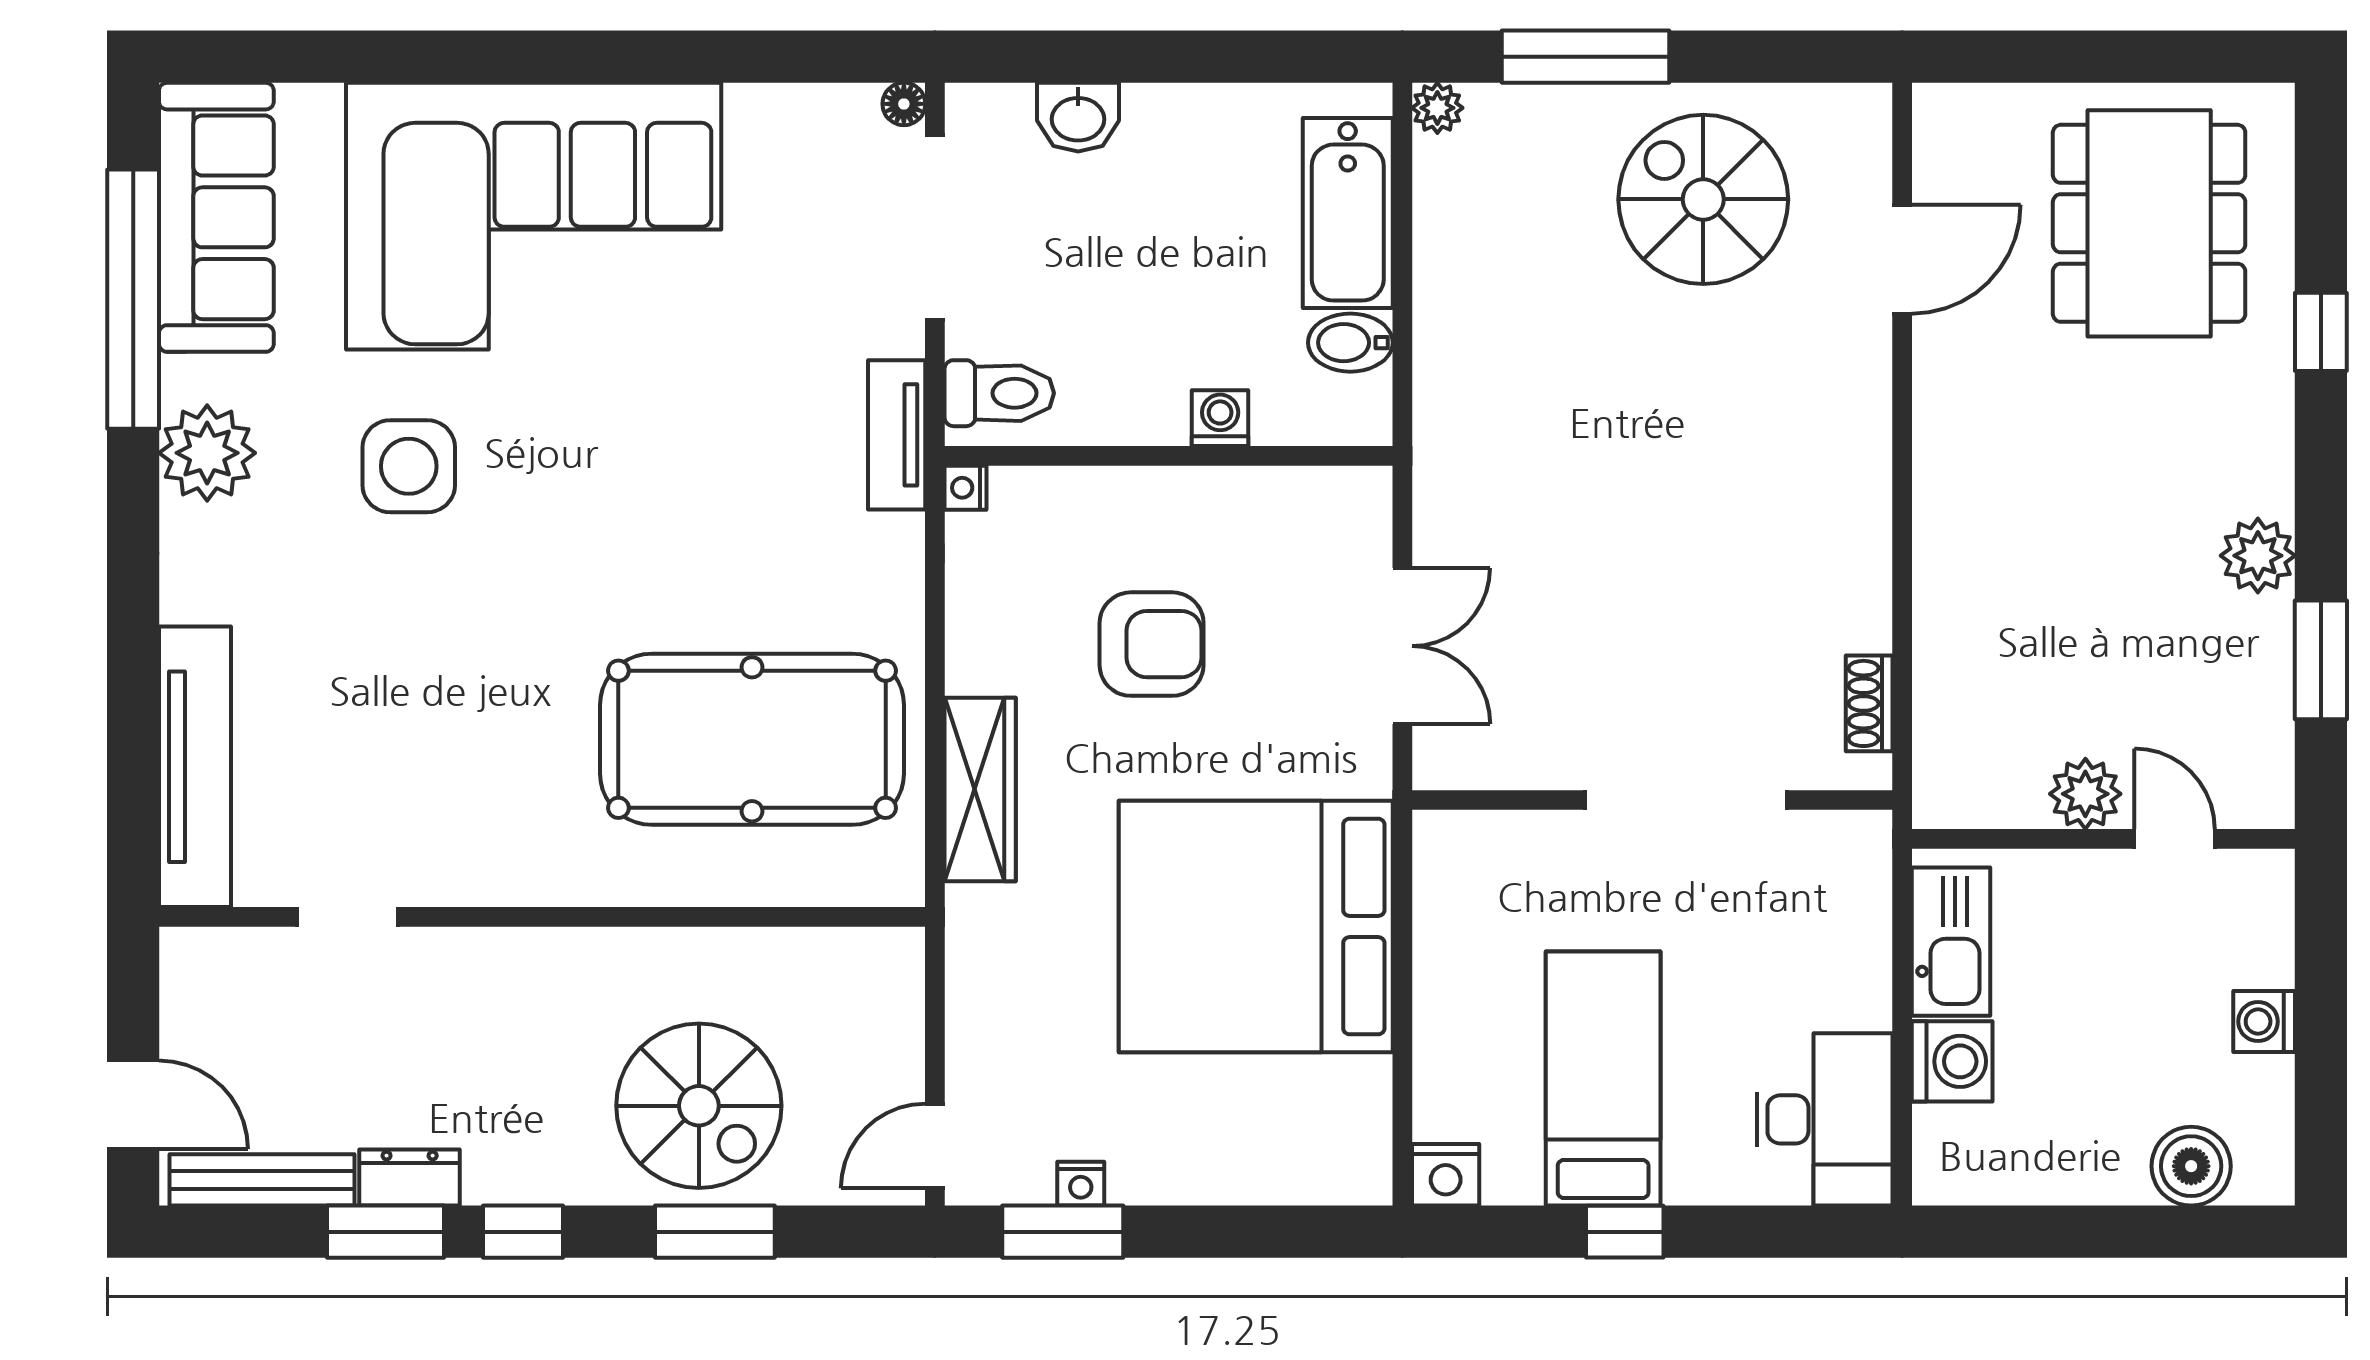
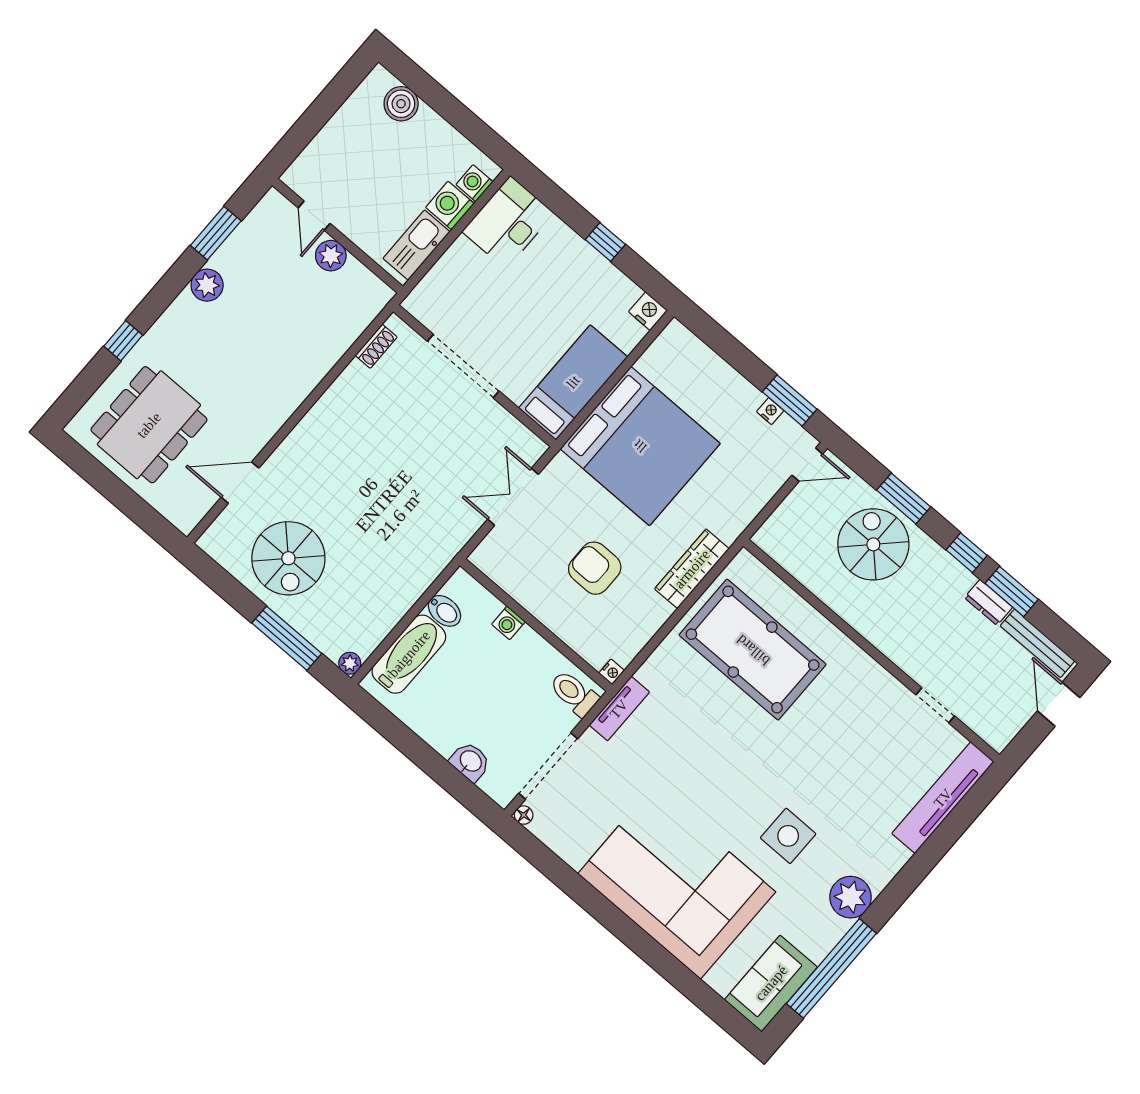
sofa: (216, 217) -> (771, 983), width x0.73
washing machine: (2264, 1021) -> (474, 183), moved, turned 180
bed: (1603, 1079) -> (573, 382), moved, turned 180

